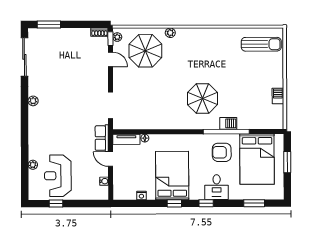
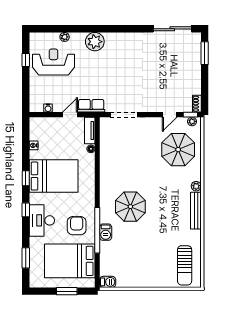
plant: (170, 33) -> (196, 186), moved
bench: (206, 33) -> (196, 211), added
barbecue: (278, 96) -> (108, 282), moved
plant: (33, 101) -> (95, 42), moved, width x1.87, depth x1.87
desk: (217, 187) -> (42, 220), width x1.37

